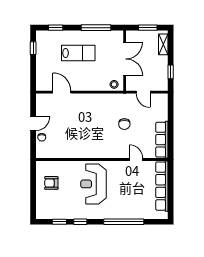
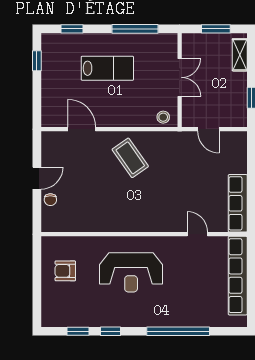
double door: (125, 59) -> (180, 77), width x0.73
coffee table: (93, 110) -> (130, 158), added
chair: (124, 124) -> (179, 179), removed
reception desk: (93, 184) -> (131, 272), turned -90

